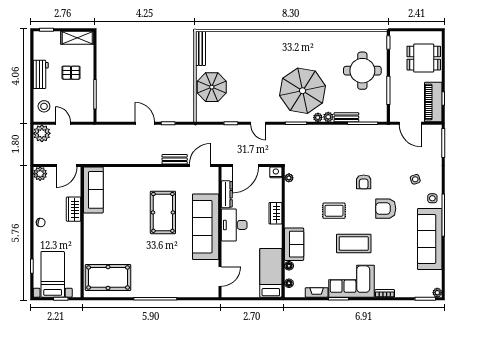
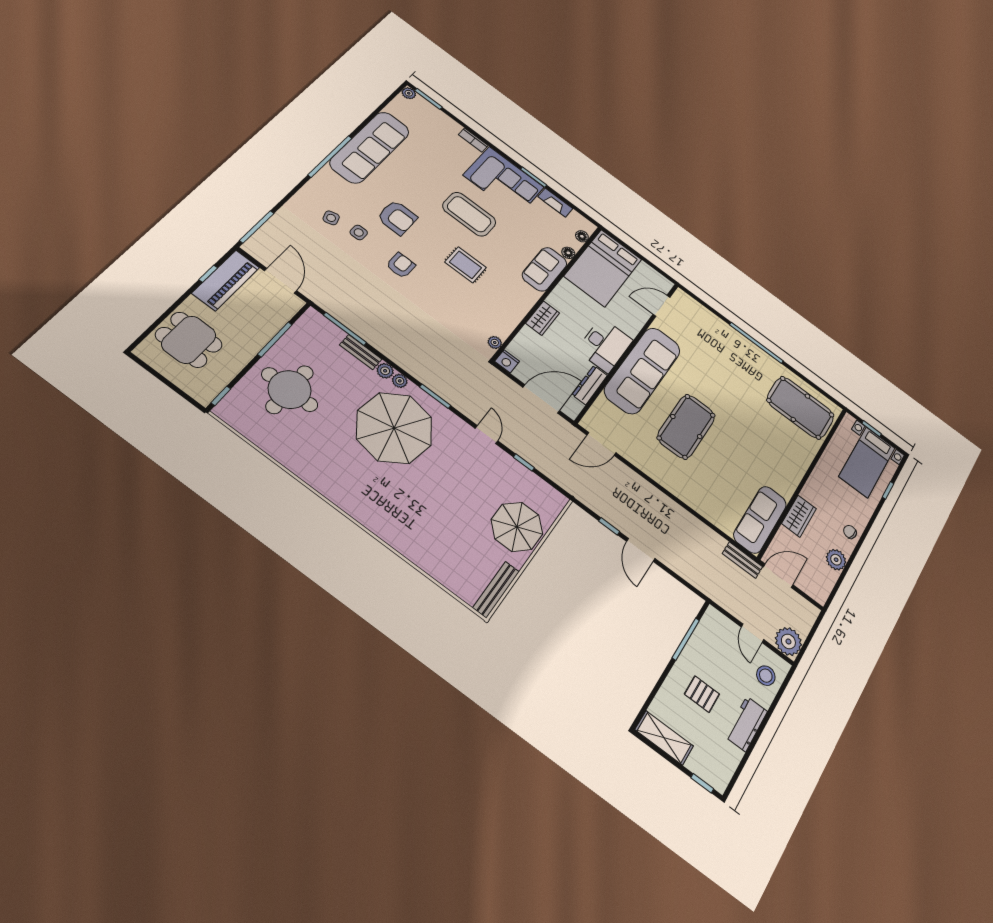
bench: (175, 159) -> (742, 560), moved
plant: (40, 174) -> (836, 560), moved
side table: (432, 198) -> (359, 232), moved
bed: (271, 273) -> (603, 268), width x1.50

